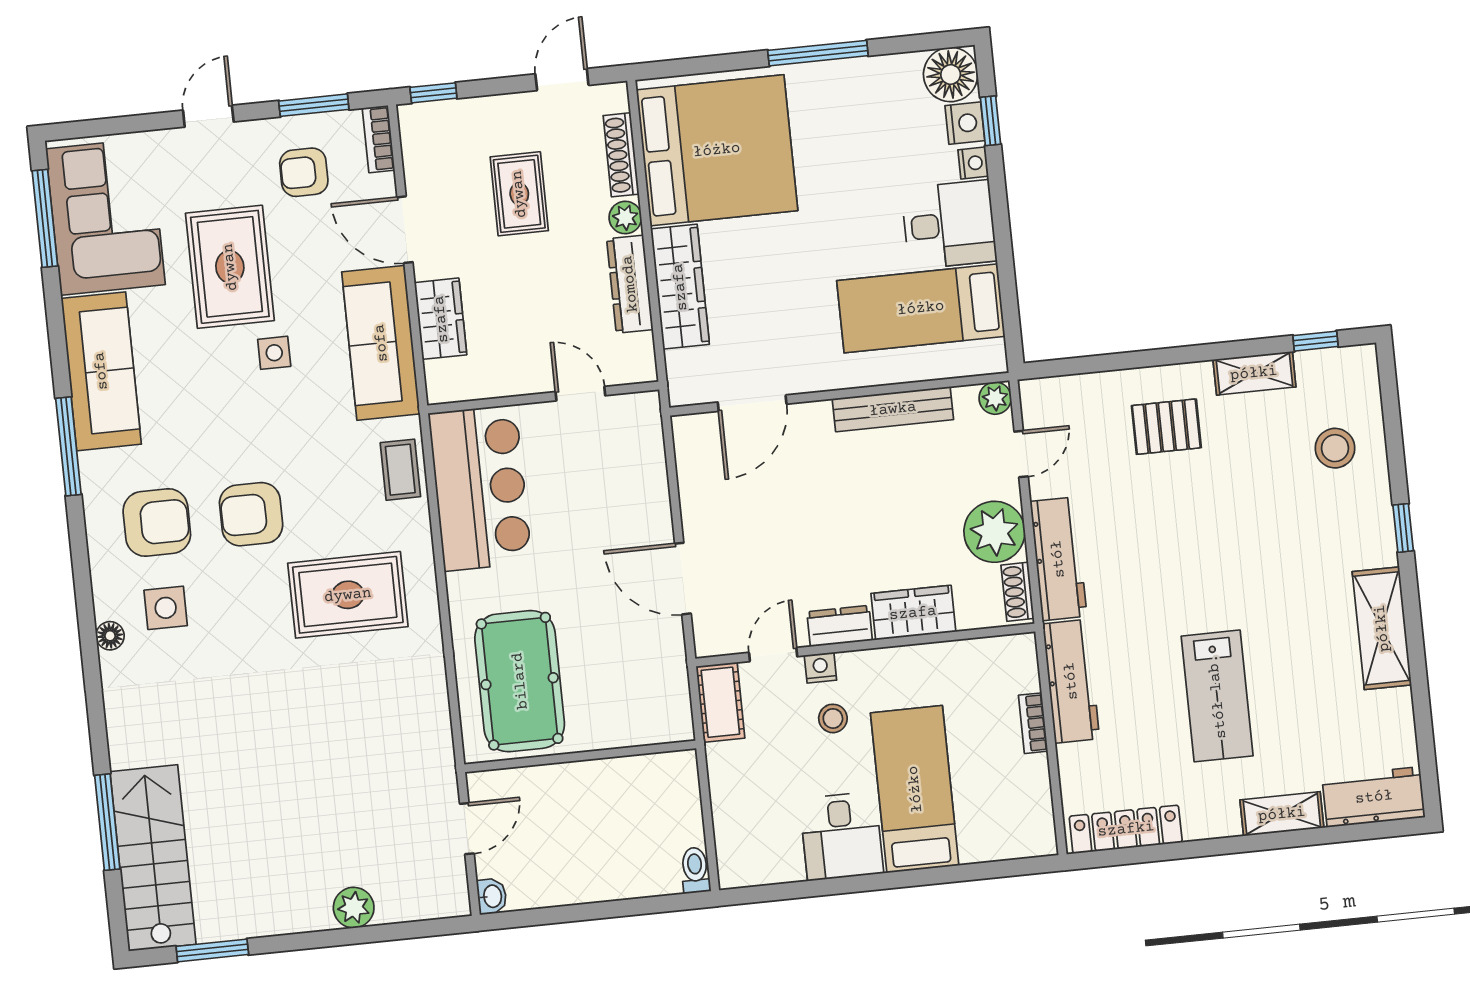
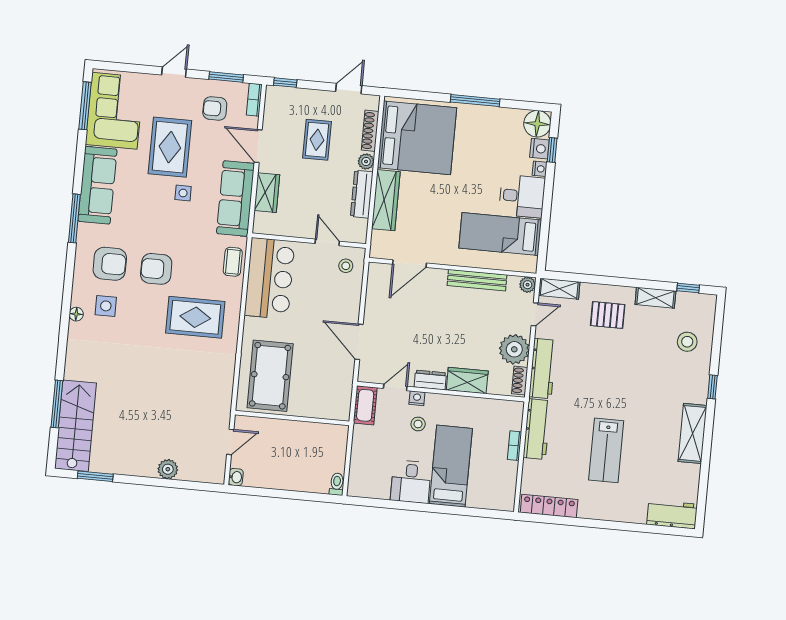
stool: (627, 433) -> (346, 266), added
shelving: (1282, 814) -> (559, 289), moved

